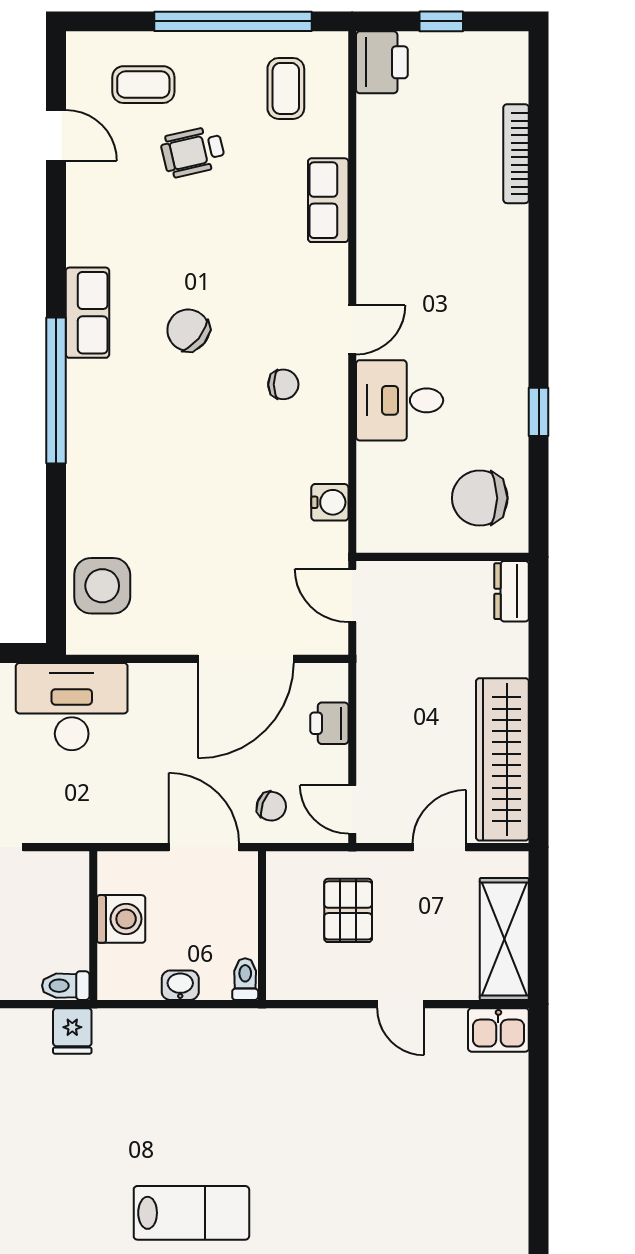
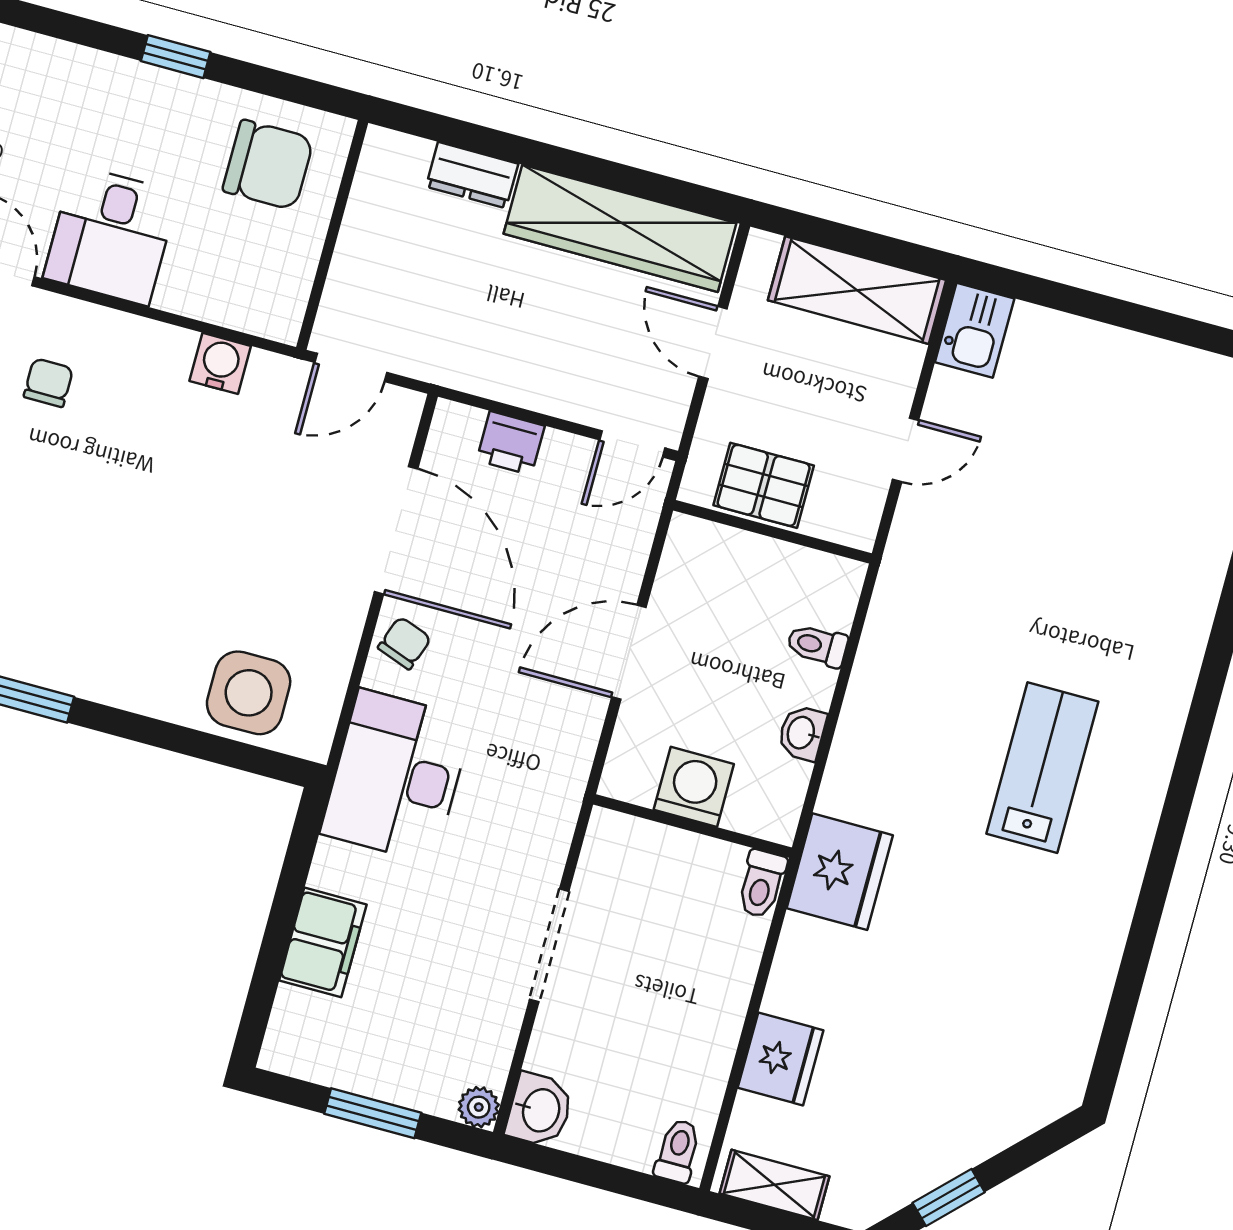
chair: (480, 498) -> (268, 165), turned -90
dresser: (512, 591) -> (472, 175), moved
chair: (271, 806) -> (404, 643), moved
wall: (262, 926) -> (772, 532), moved
fridge: (72, 1031) -> (840, 872), width x1.88, depth x1.34
lab bench: (191, 1213) -> (1042, 768), moved

